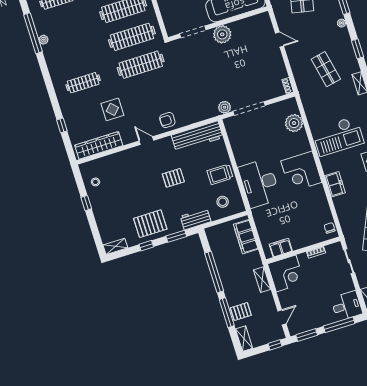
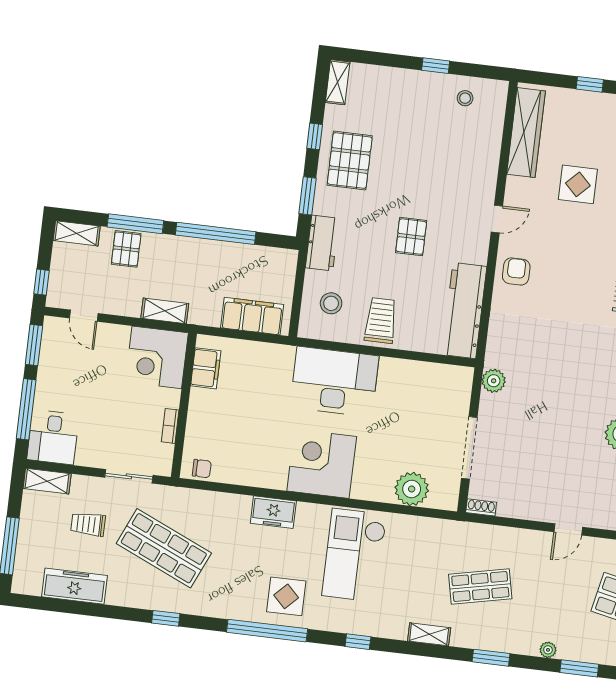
doorway: (249, 108) -> (469, 448), moved

